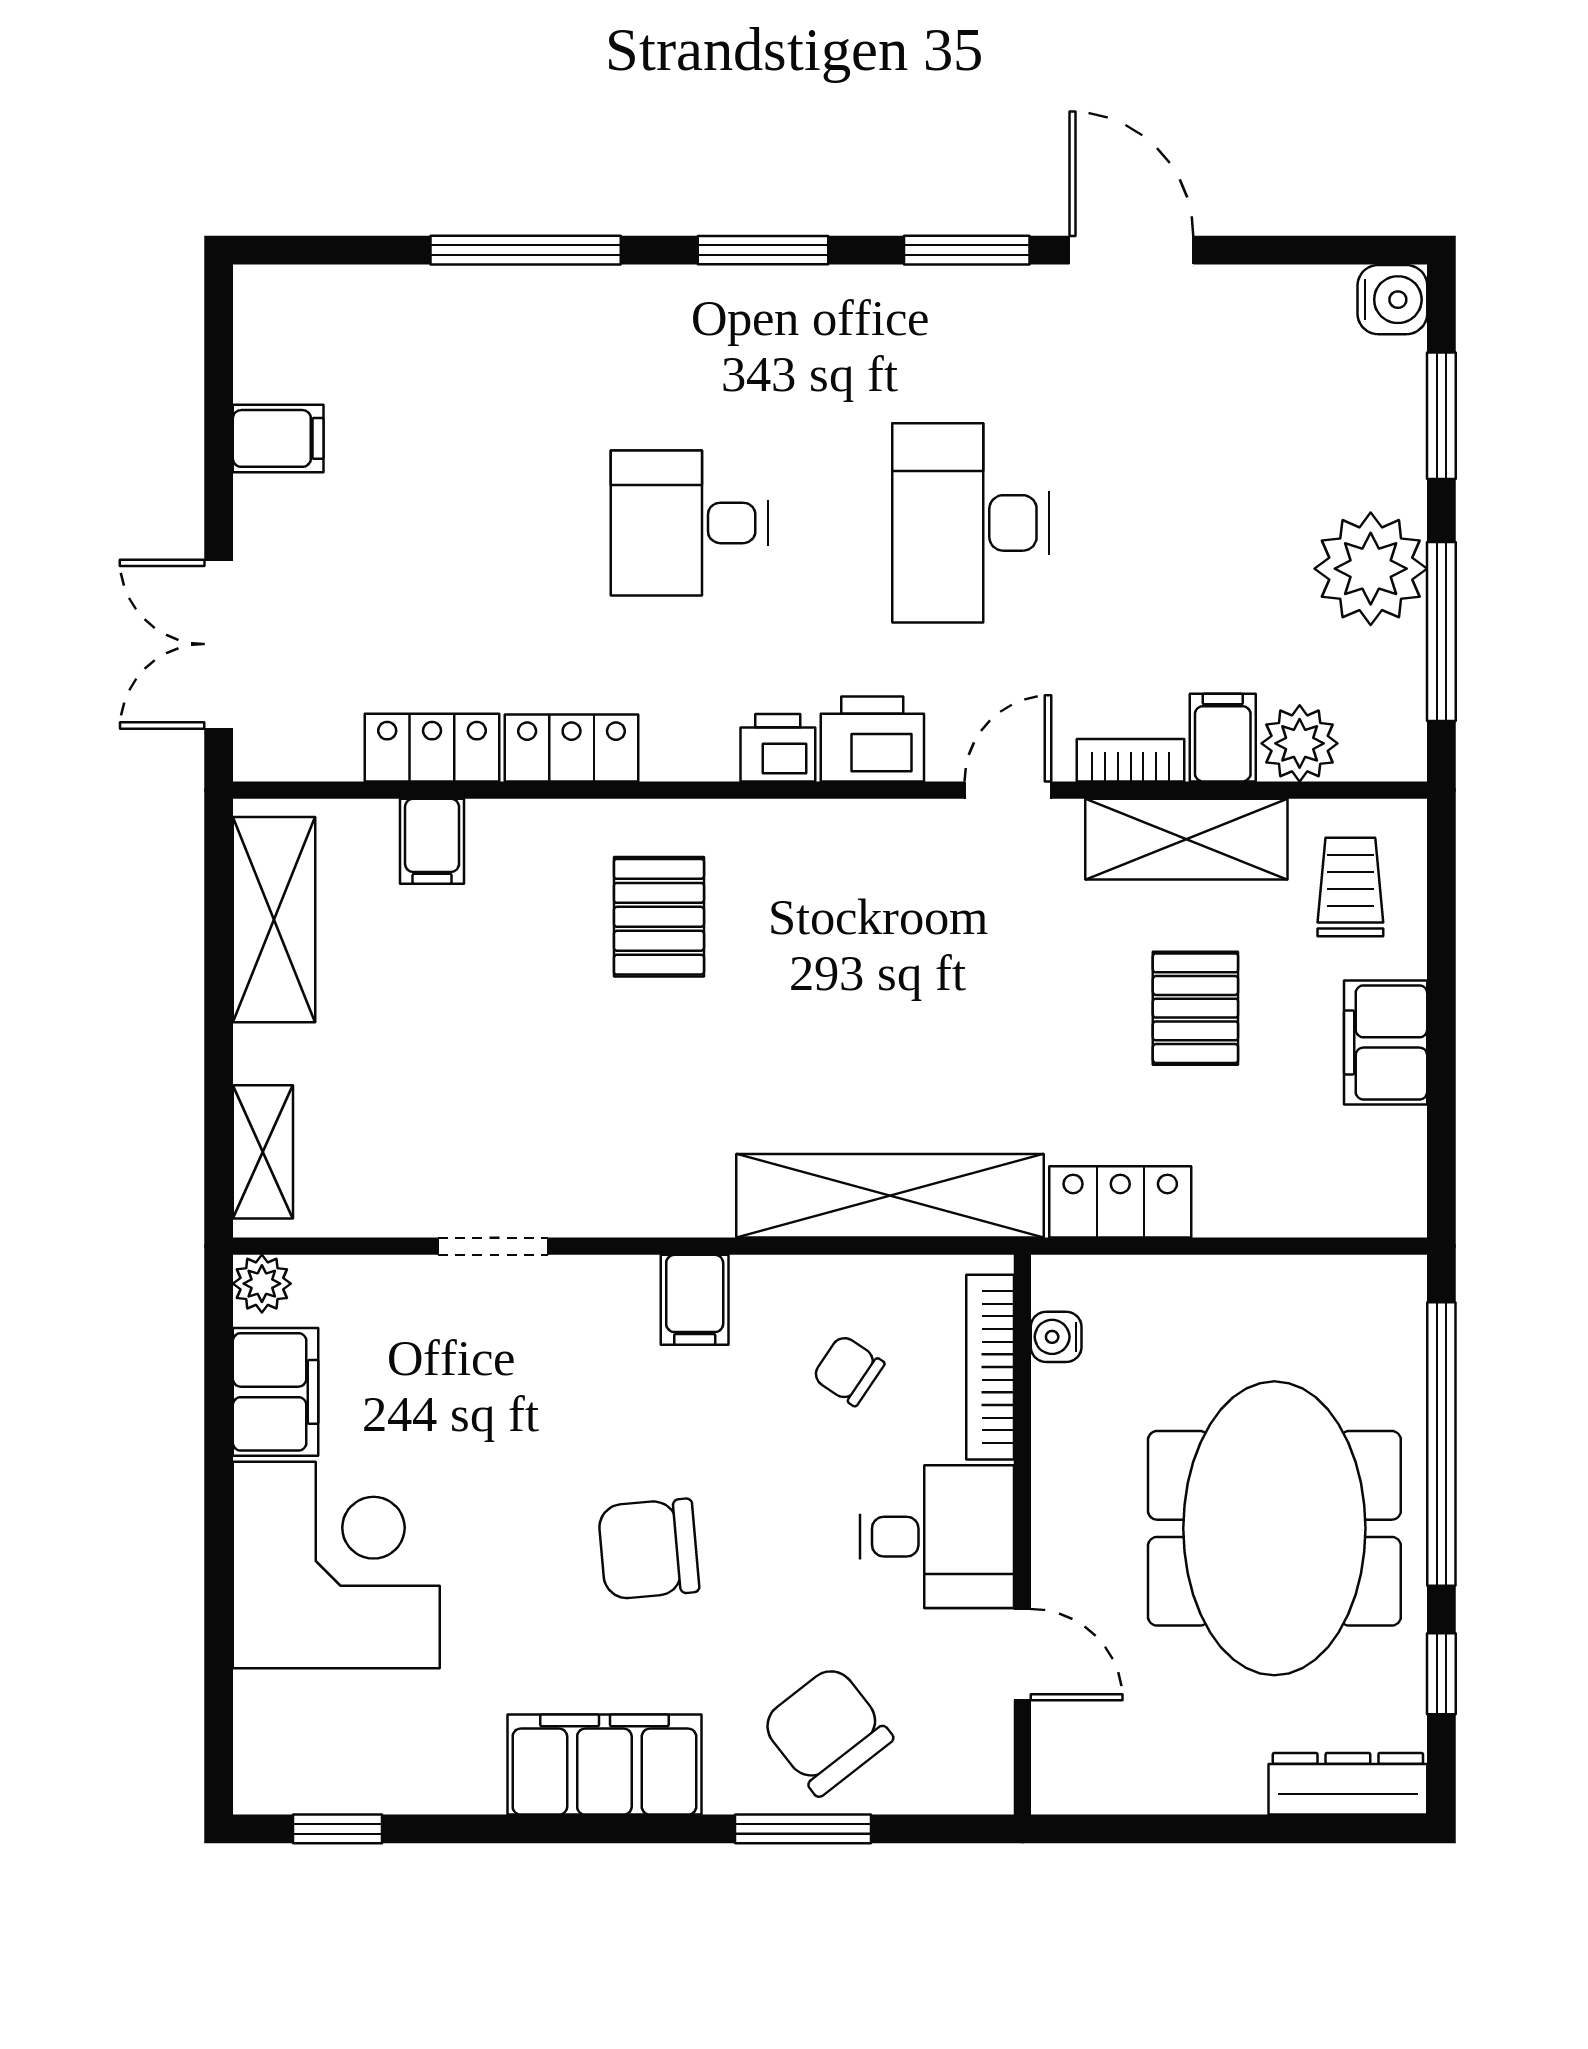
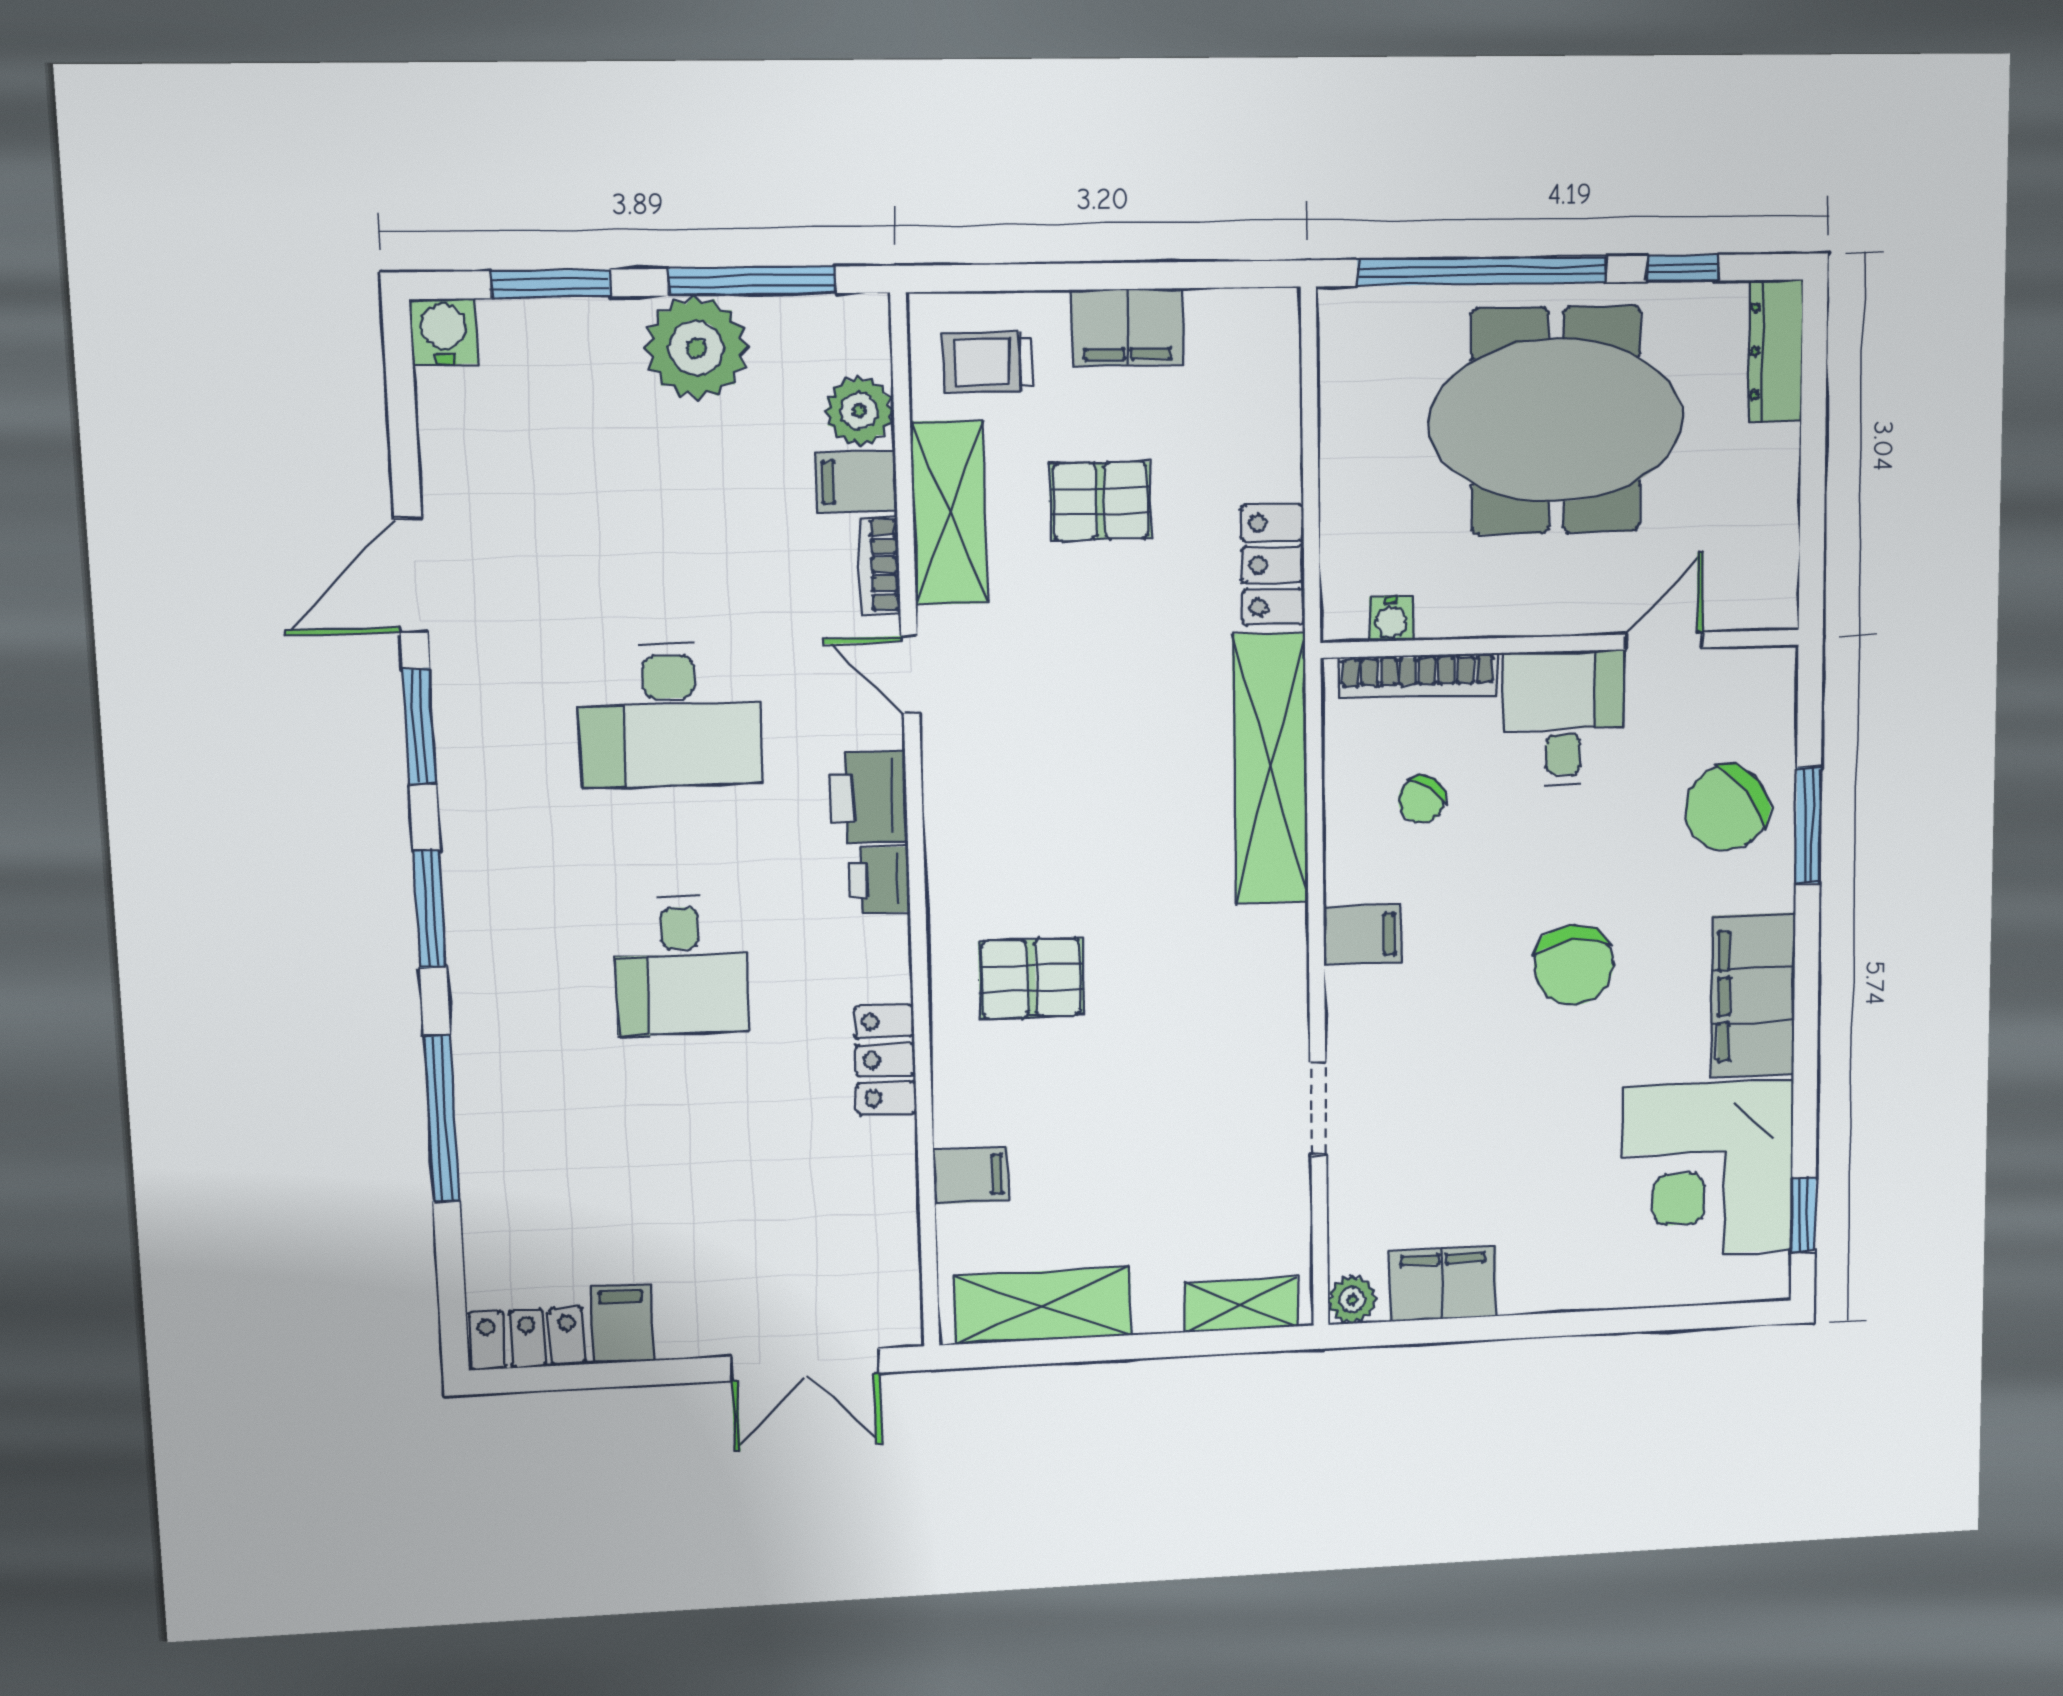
locker: (432, 748) -> (527, 1338), moved, turned 90
corner desk: (336, 1565) -> (1708, 1169), moved, turned -90

